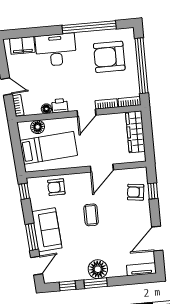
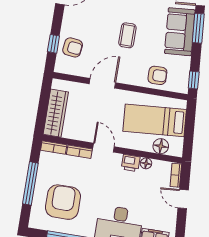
armchair: (109, 57) -> (63, 202), turned -90
window: (141, 66) -> (30, 183), width x0.68
door: (87, 113) -> (103, 148), hinge flipped

